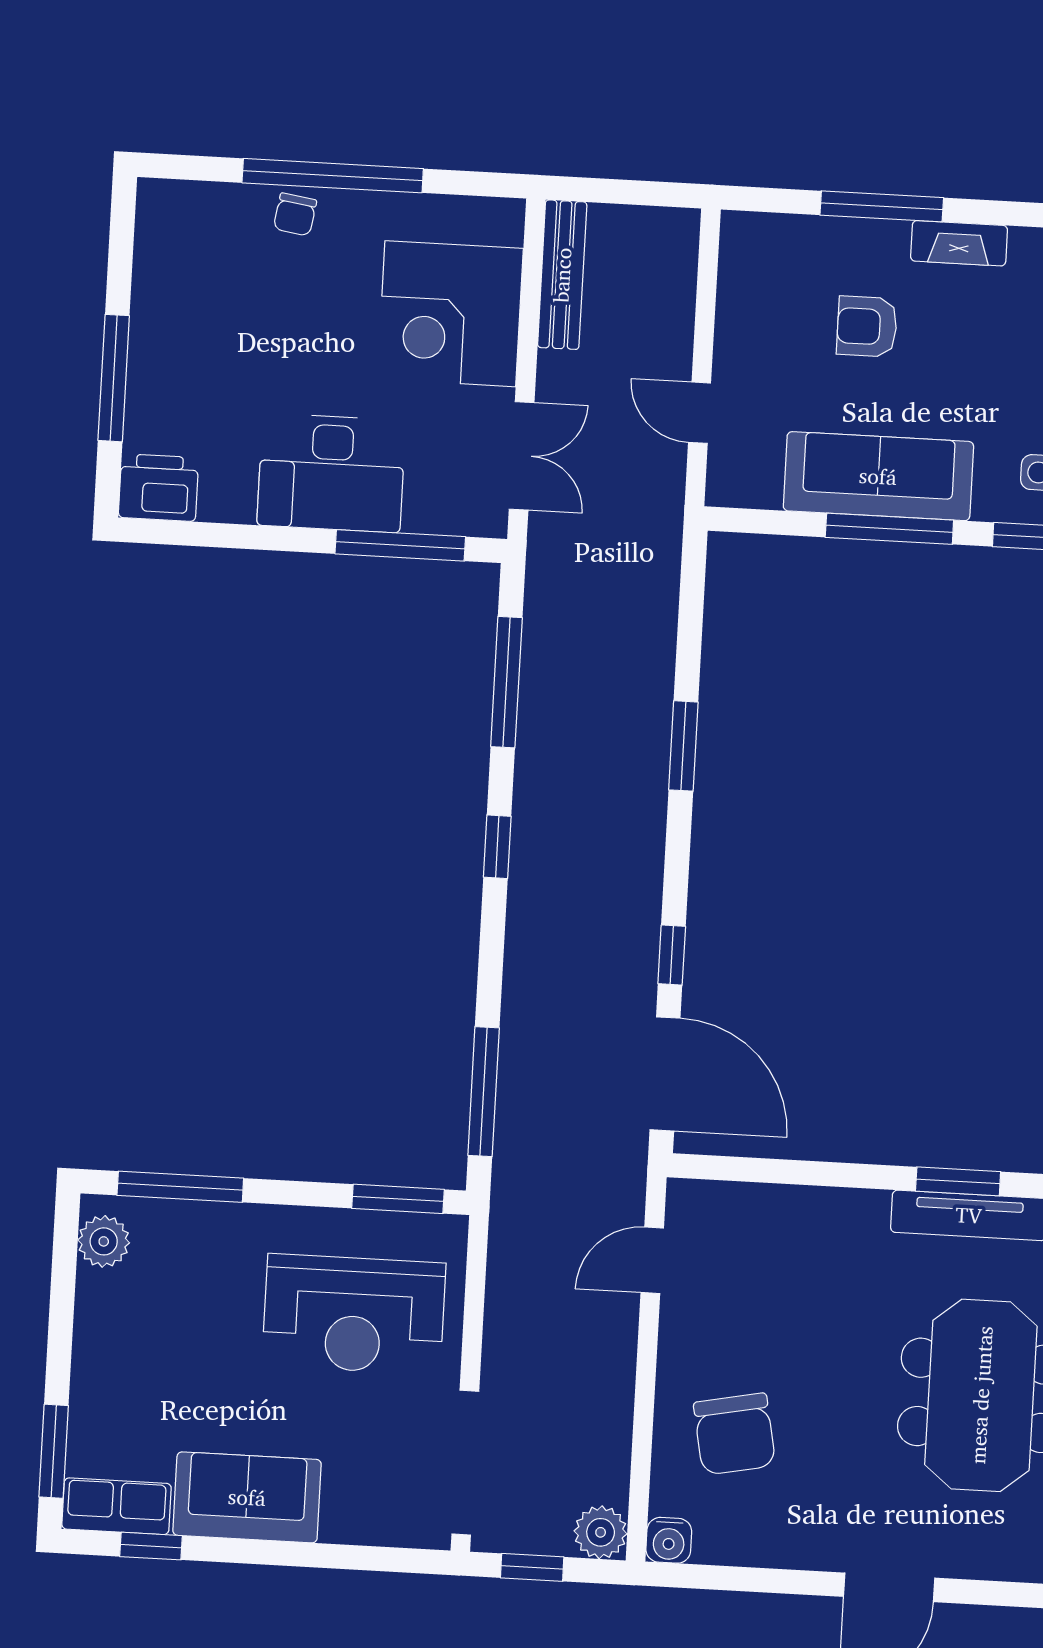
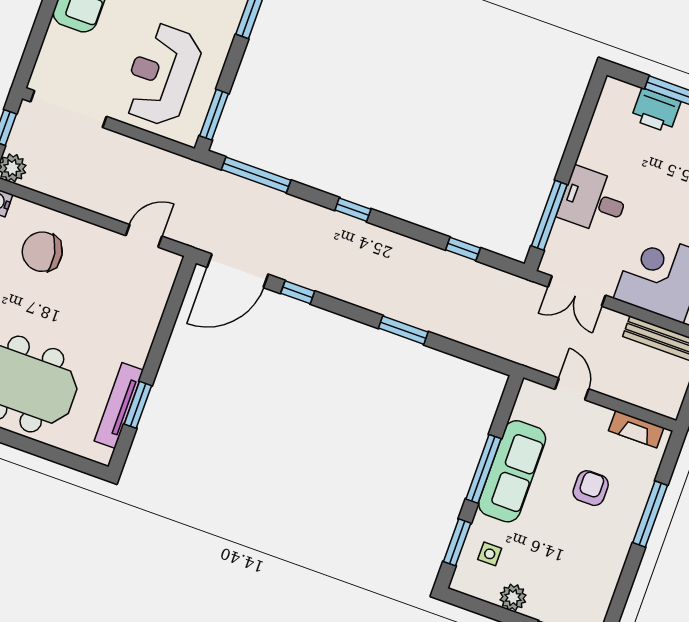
fireplace: (959, 243) -> (636, 429), moved, turned -90
door: (700, 413) -> (572, 389), hinge flipped
desk: (331, 473) -> (594, 201), width x0.73
printer: (158, 488) -> (656, 110), moved, turned 90
window: (506, 682) -> (463, 249), width x0.46
window: (497, 847) -> (353, 210), moved
door: (652, 1260) -> (144, 236), hinge flipped

